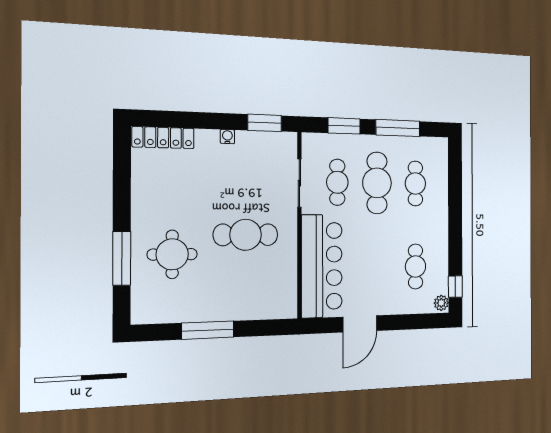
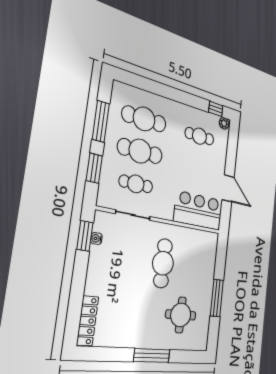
water cooler: (227, 137) -> (96, 238), moved
cafe table: (415, 184) -> (144, 119), width x1.37, depth x1.35
round table: (172, 254) -> (181, 315), moved
window: (122, 258) -> (152, 356), moved
bar counter: (322, 266) -> (198, 211), width x0.73

